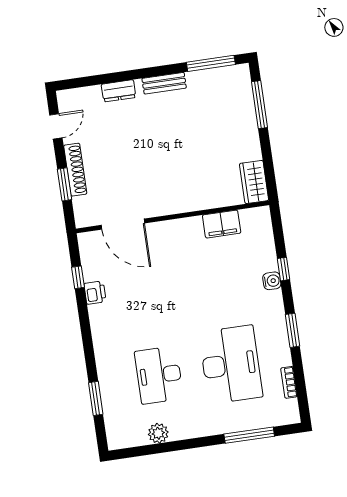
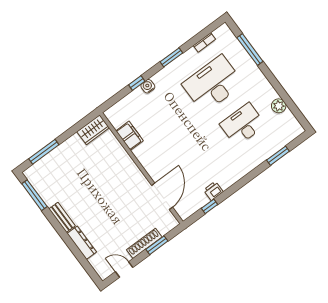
dresser: (119, 91) -> (82, 243), width x1.44
desk: (159, 375) -> (243, 125), turned 180

